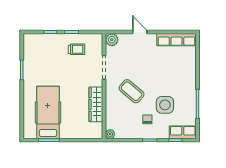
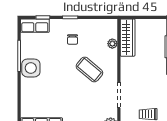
wardrobe: (96, 104) -> (128, 38), moved
side table: (165, 105) -> (31, 68), moved
plant: (110, 134) -> (112, 44), moved

